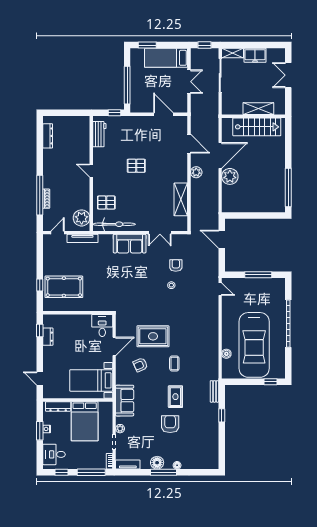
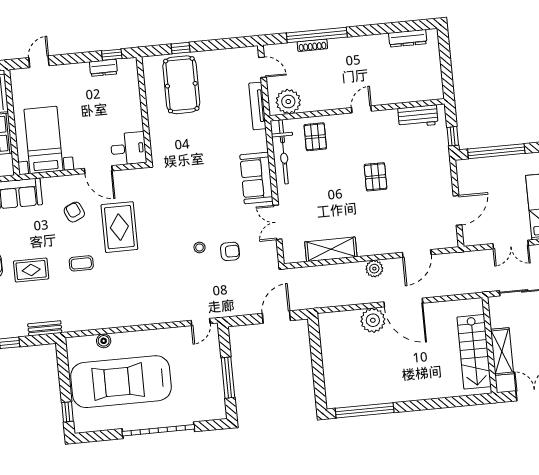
shelving: (258, 109) -> (502, 351), moved
wall: (253, 116) -> (490, 345), moved
stairs: (257, 127) -> (474, 352), moved

